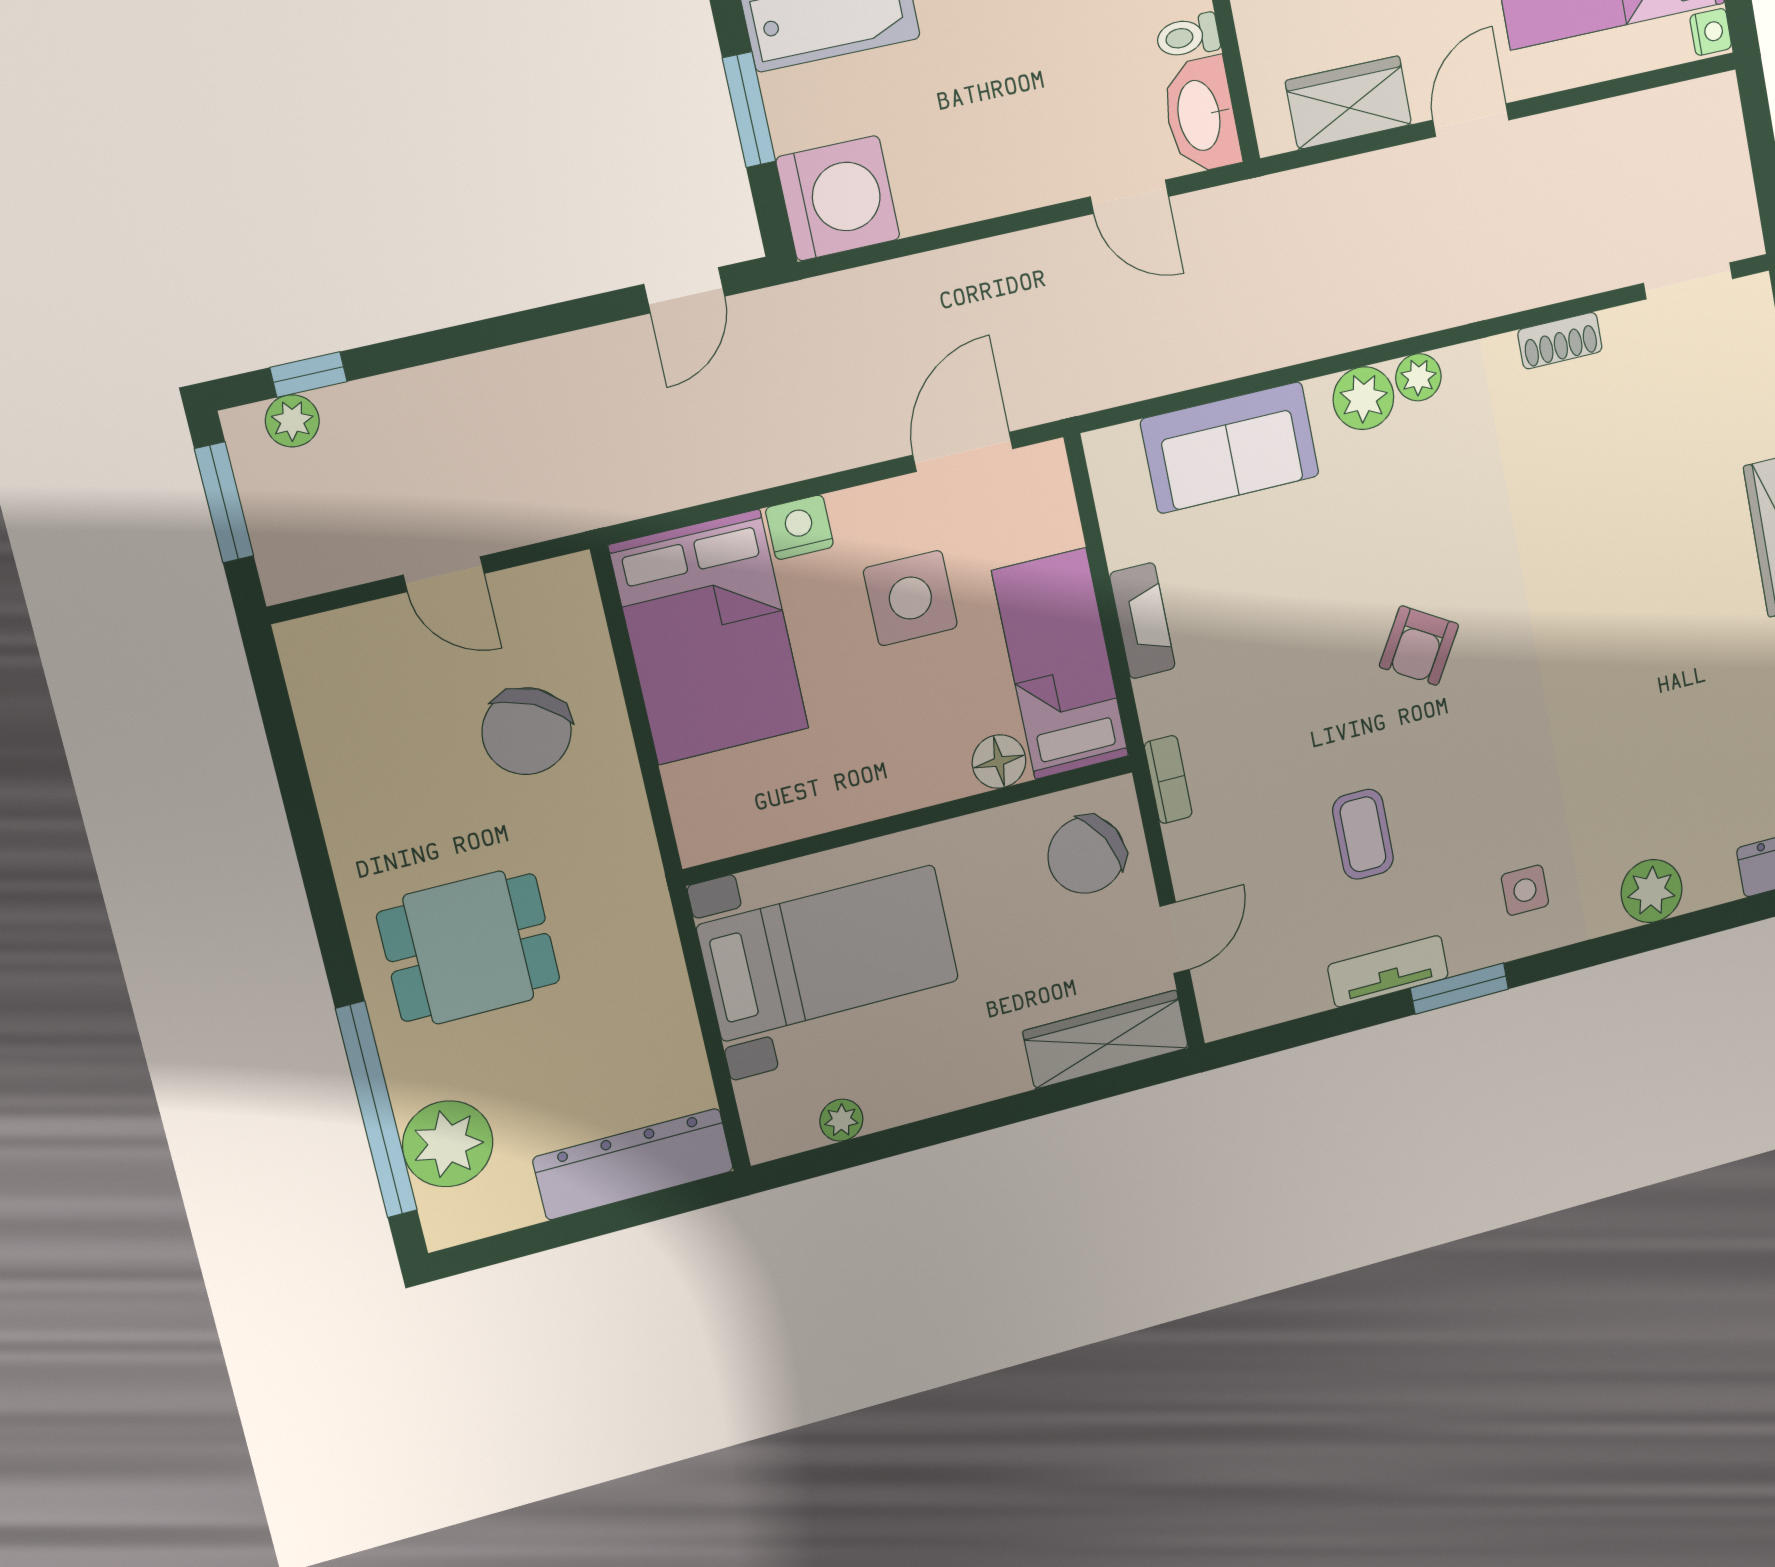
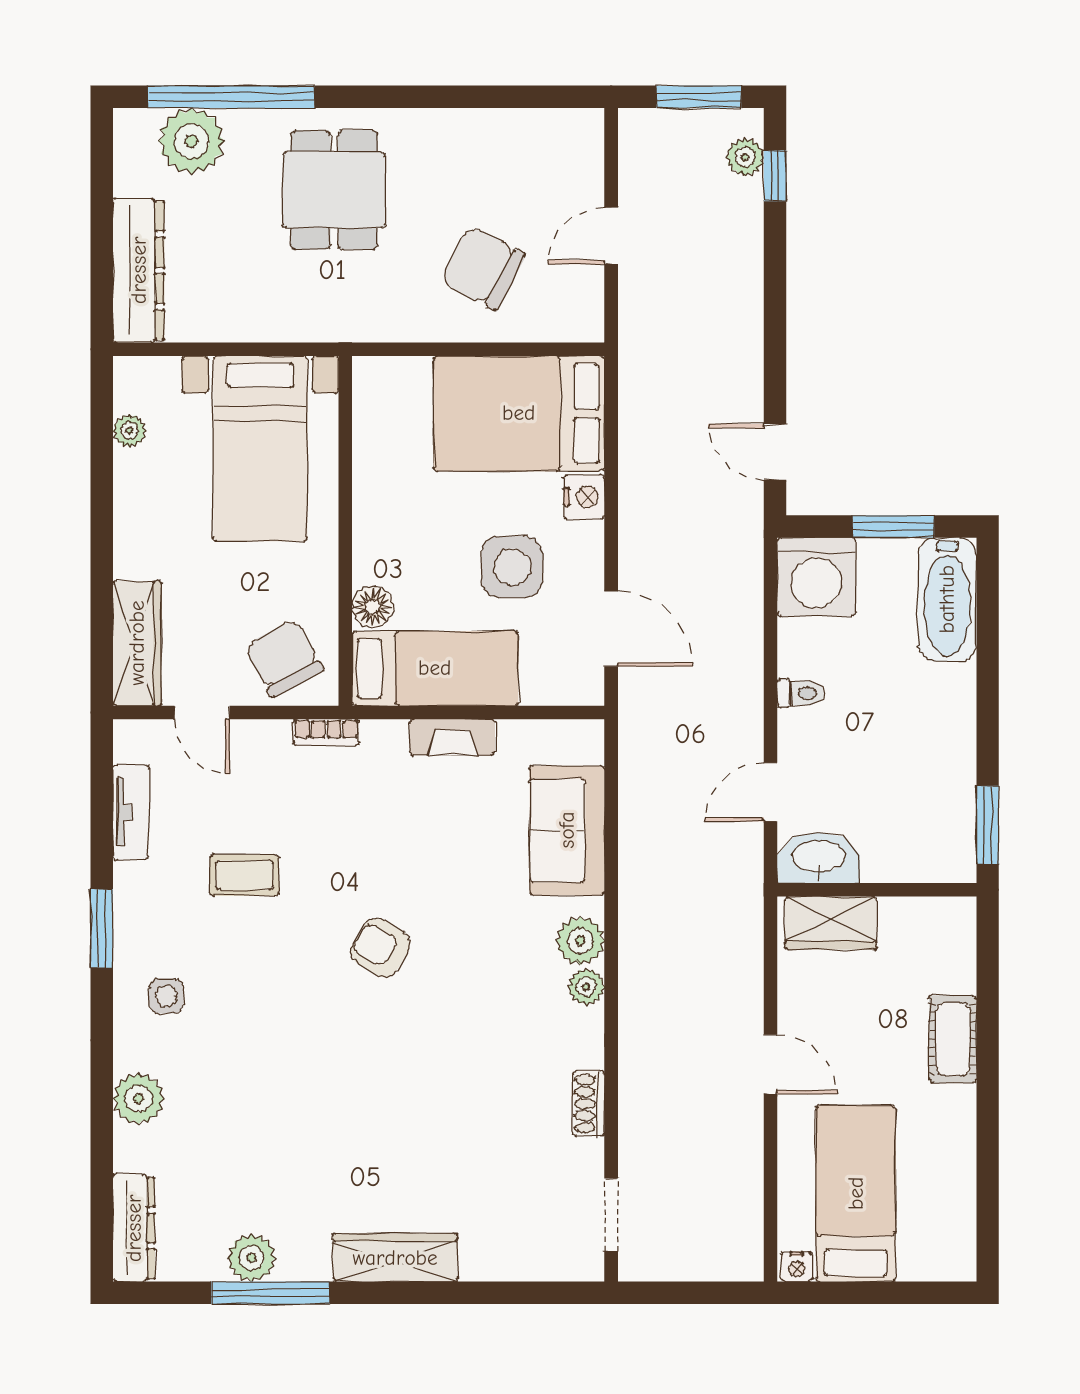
toilet: (1188, 36) -> (801, 693), moved, turned 90
wardrobe: (1349, 103) -> (831, 923), moved, turned 90
tv unit: (1388, 971) -> (131, 812), moved

